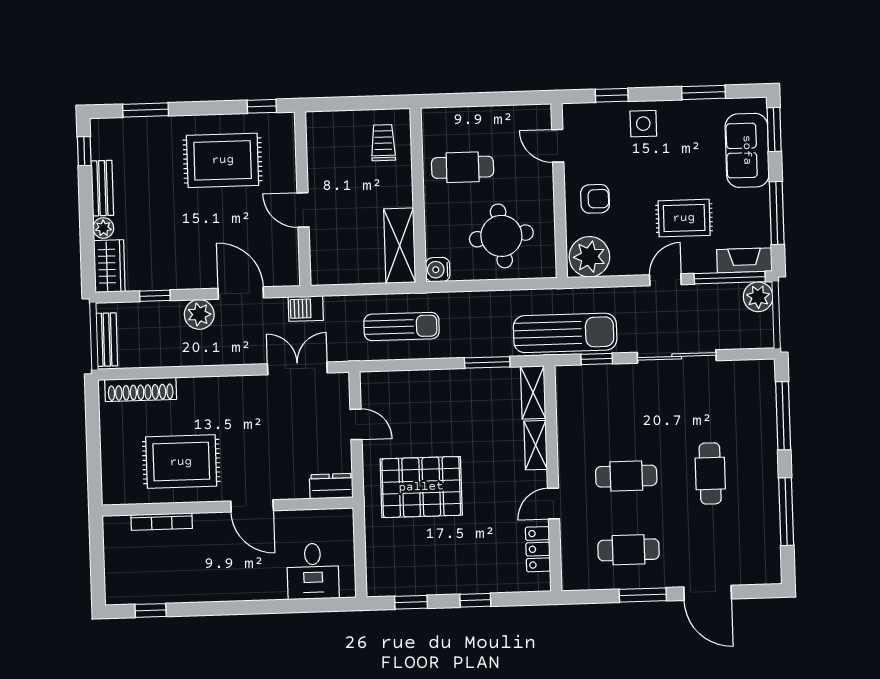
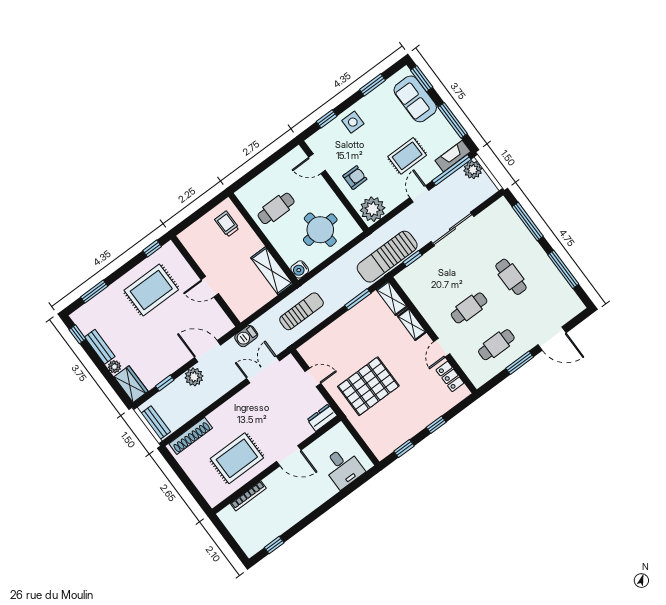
sun lounger: (565, 333) -> (387, 257), turned 180

